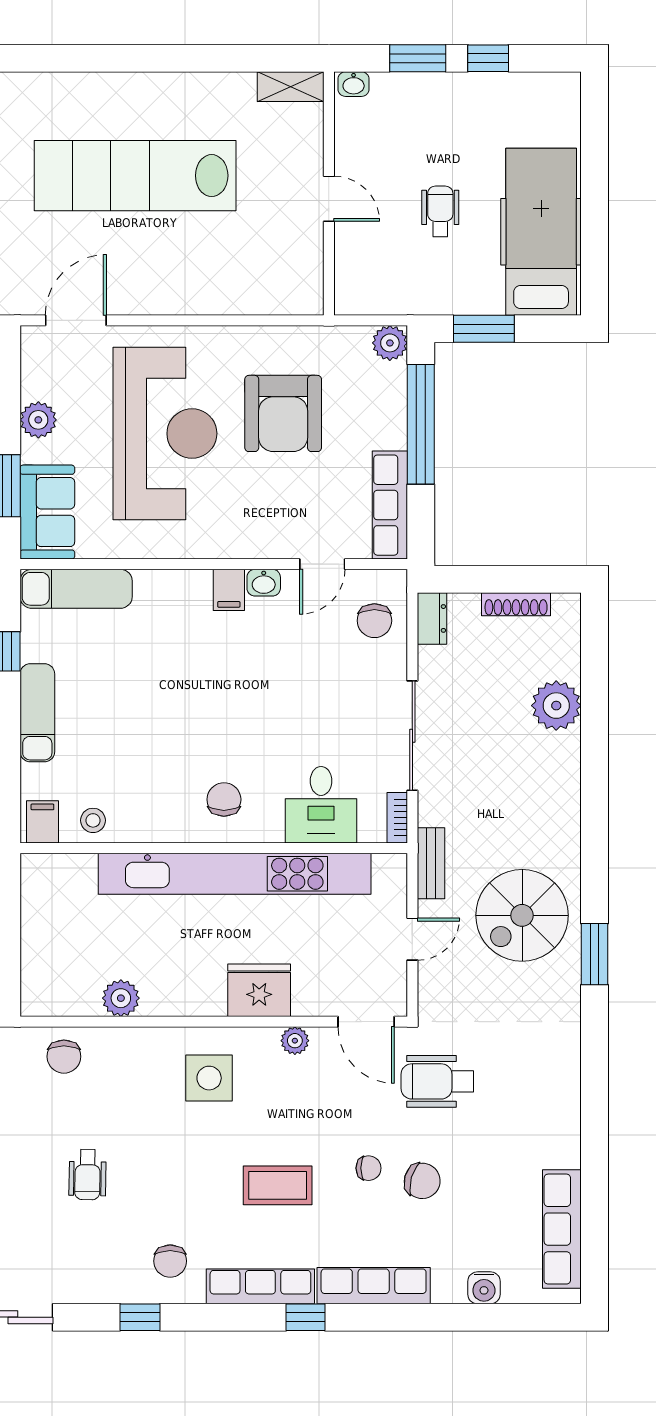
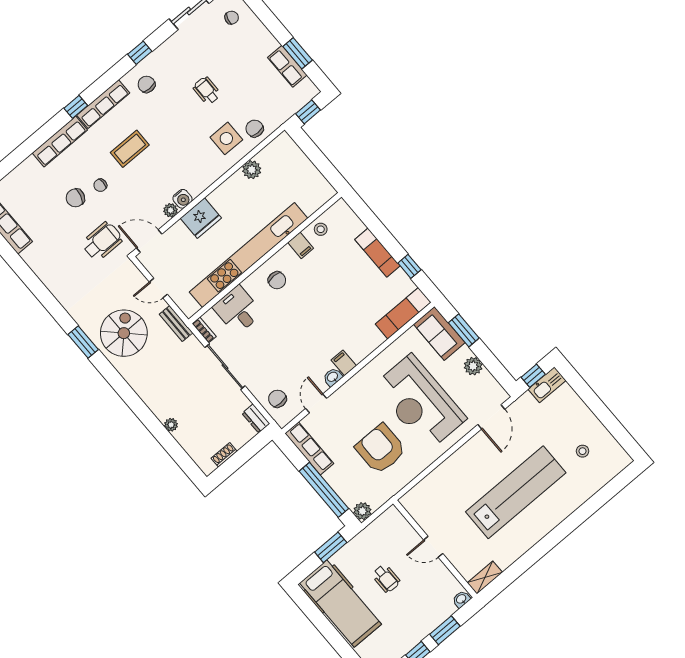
shoe rack: (516, 604) -> (224, 455), width x0.70
plant: (556, 706) -> (171, 425), width x0.53, depth x0.53
filing cabinet: (42, 822) -> (301, 245), moved
door: (412, 939) -> (158, 288), hinge flipped
side table: (209, 1078) -> (226, 138), moved
water cooler: (484, 1288) -> (182, 199), moved, turned 180

